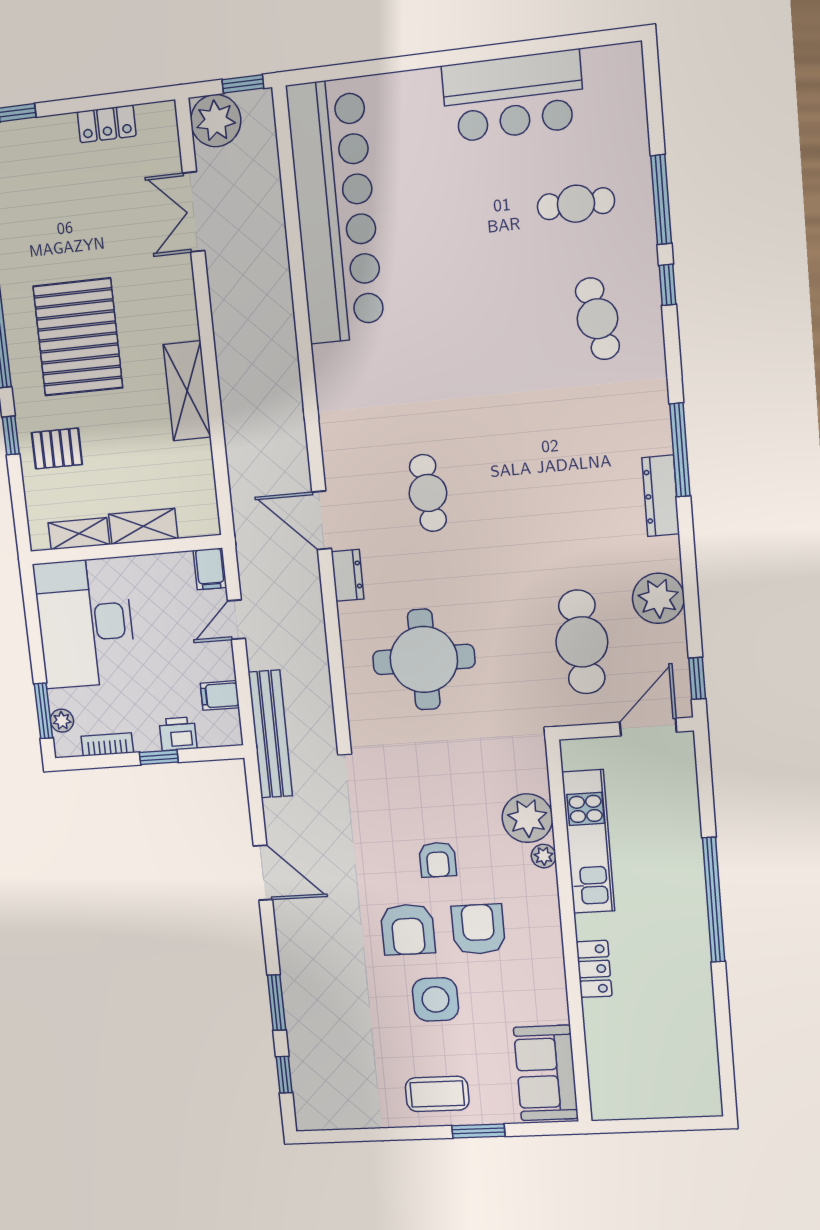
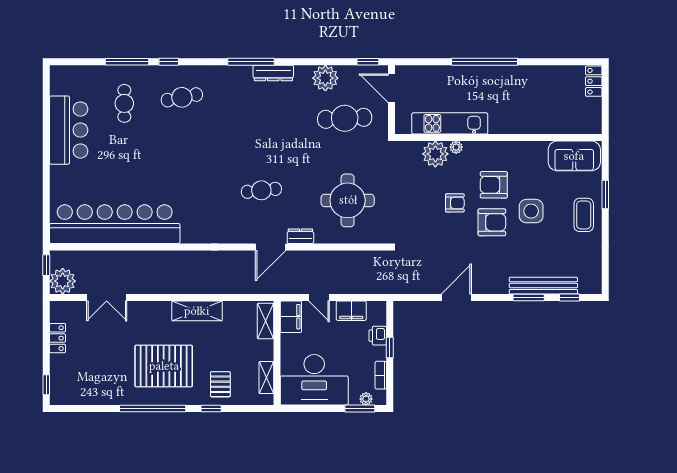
shelving: (143, 526) -> (265, 321), moved
filing cabinet: (210, 569) -> (291, 317), width x2.00
filing cabinet: (220, 695) -> (351, 311), width x2.00
bench: (270, 734) -> (543, 286), moved
locker: (594, 969) -> (594, 81), moved, turned -90

